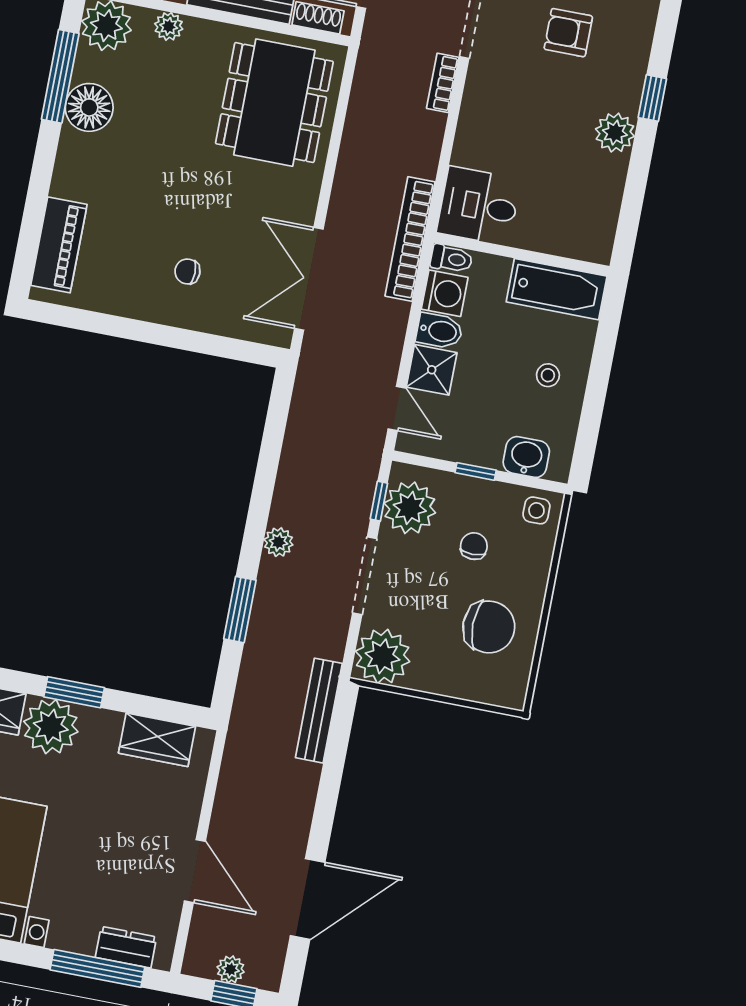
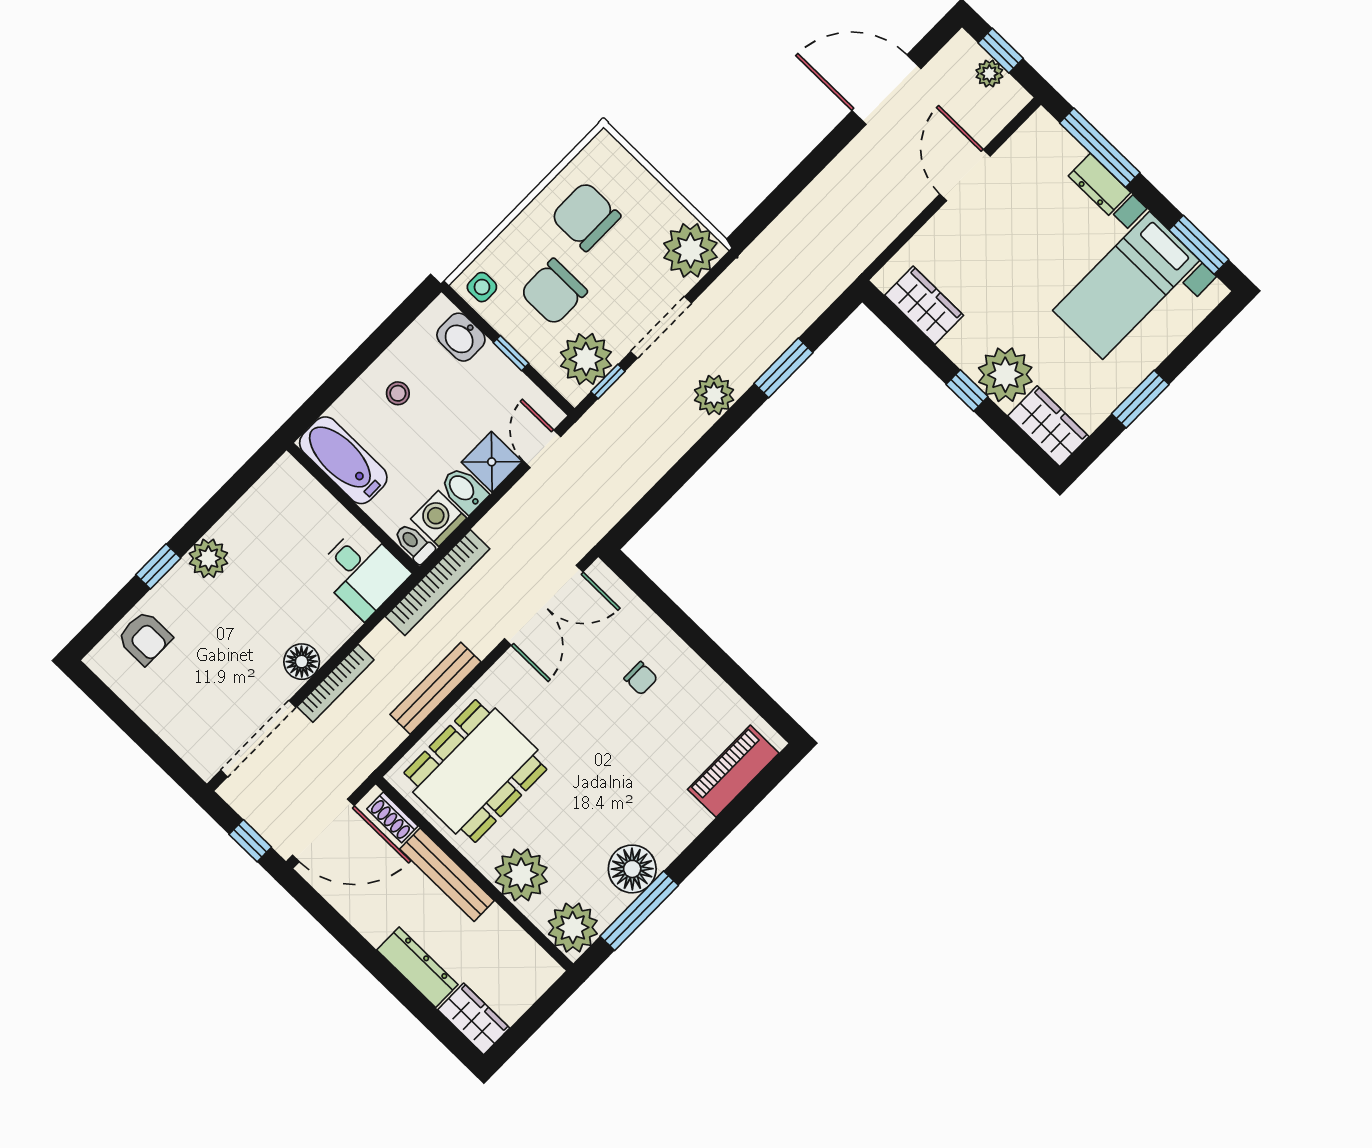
plant: (169, 26) -> (521, 875), width x1.87, depth x1.87
armchair: (568, 33) -> (145, 638), moved
bookcase: (443, 83) -> (335, 683), width x1.56
floor lamp: (480, 98) -> (302, 662), added
plant: (278, 542) -> (714, 395), width x1.38, depth x1.38
chair: (474, 546) -> (554, 292), width x1.87, depth x1.87
window: (74, 692) -> (967, 390), width x0.67
bench: (319, 711) -> (435, 688), moved
dresser: (126, 947) -> (1100, 184), moved

